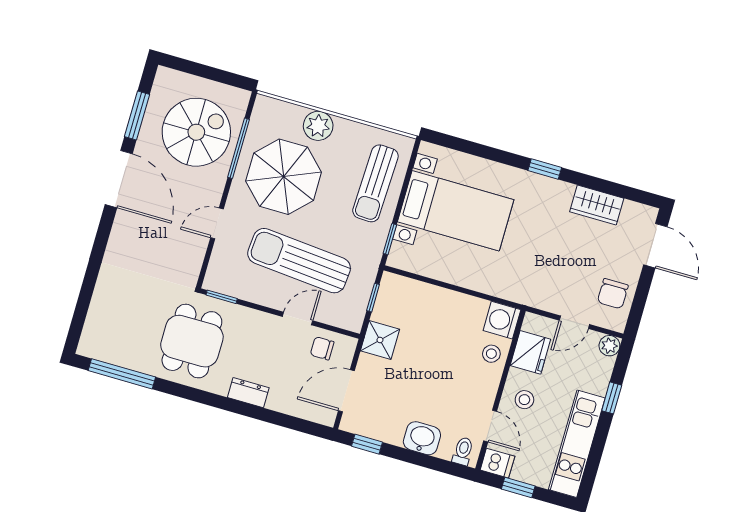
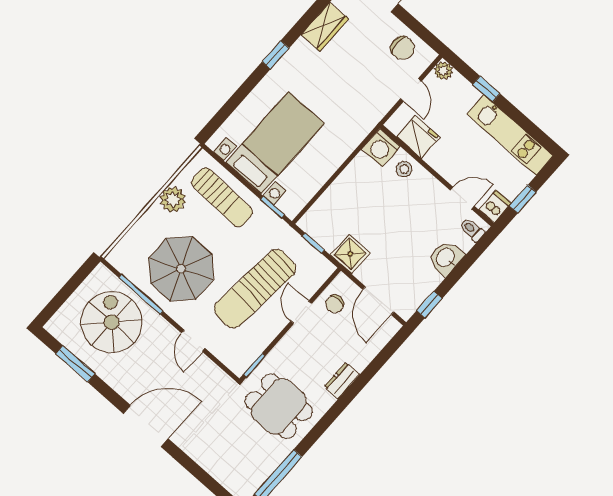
plant: (318, 126) -> (173, 199), moved
door: (119, 179) -> (146, 426), moved
stool: (524, 400) -> (454, 160), removed

